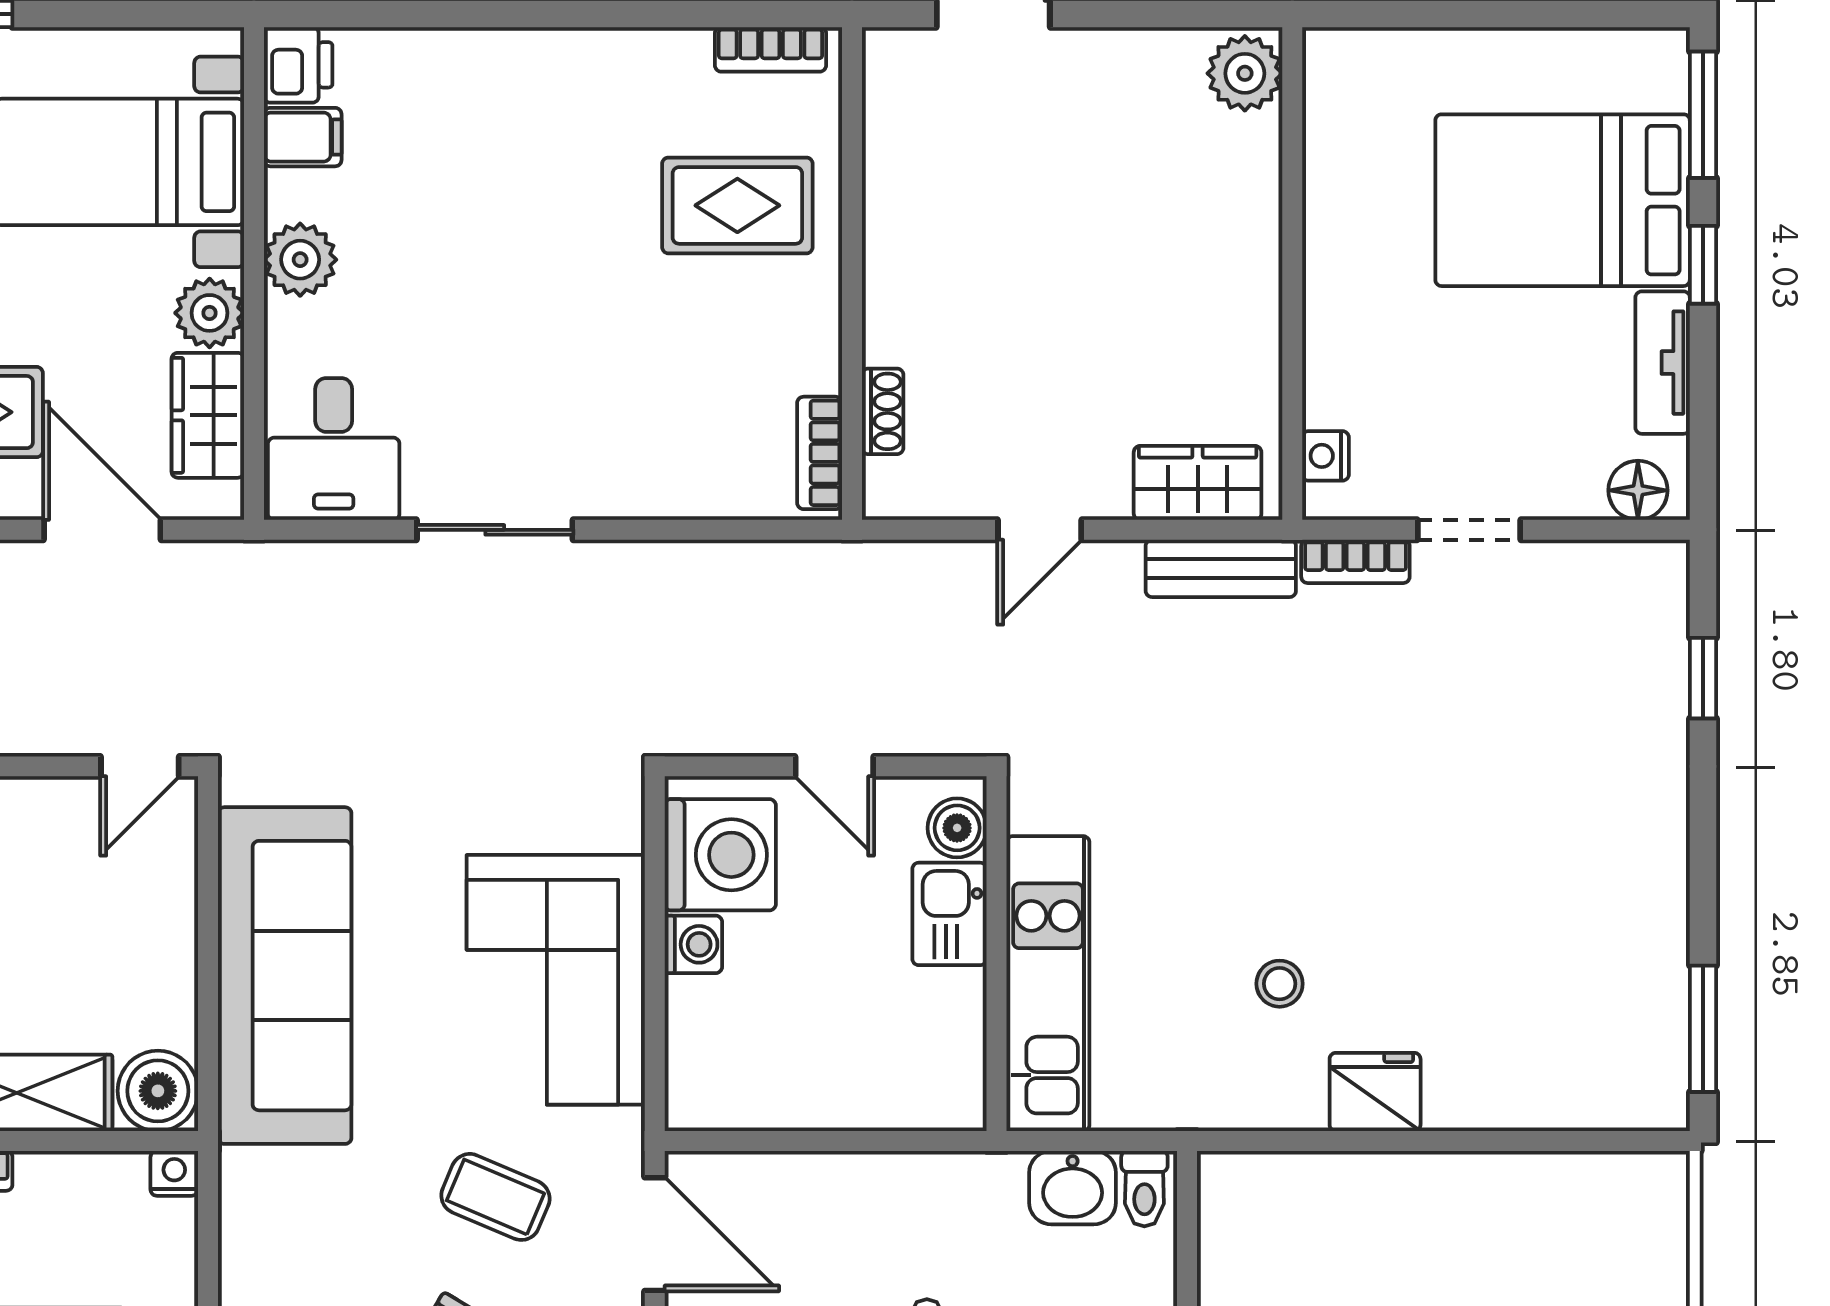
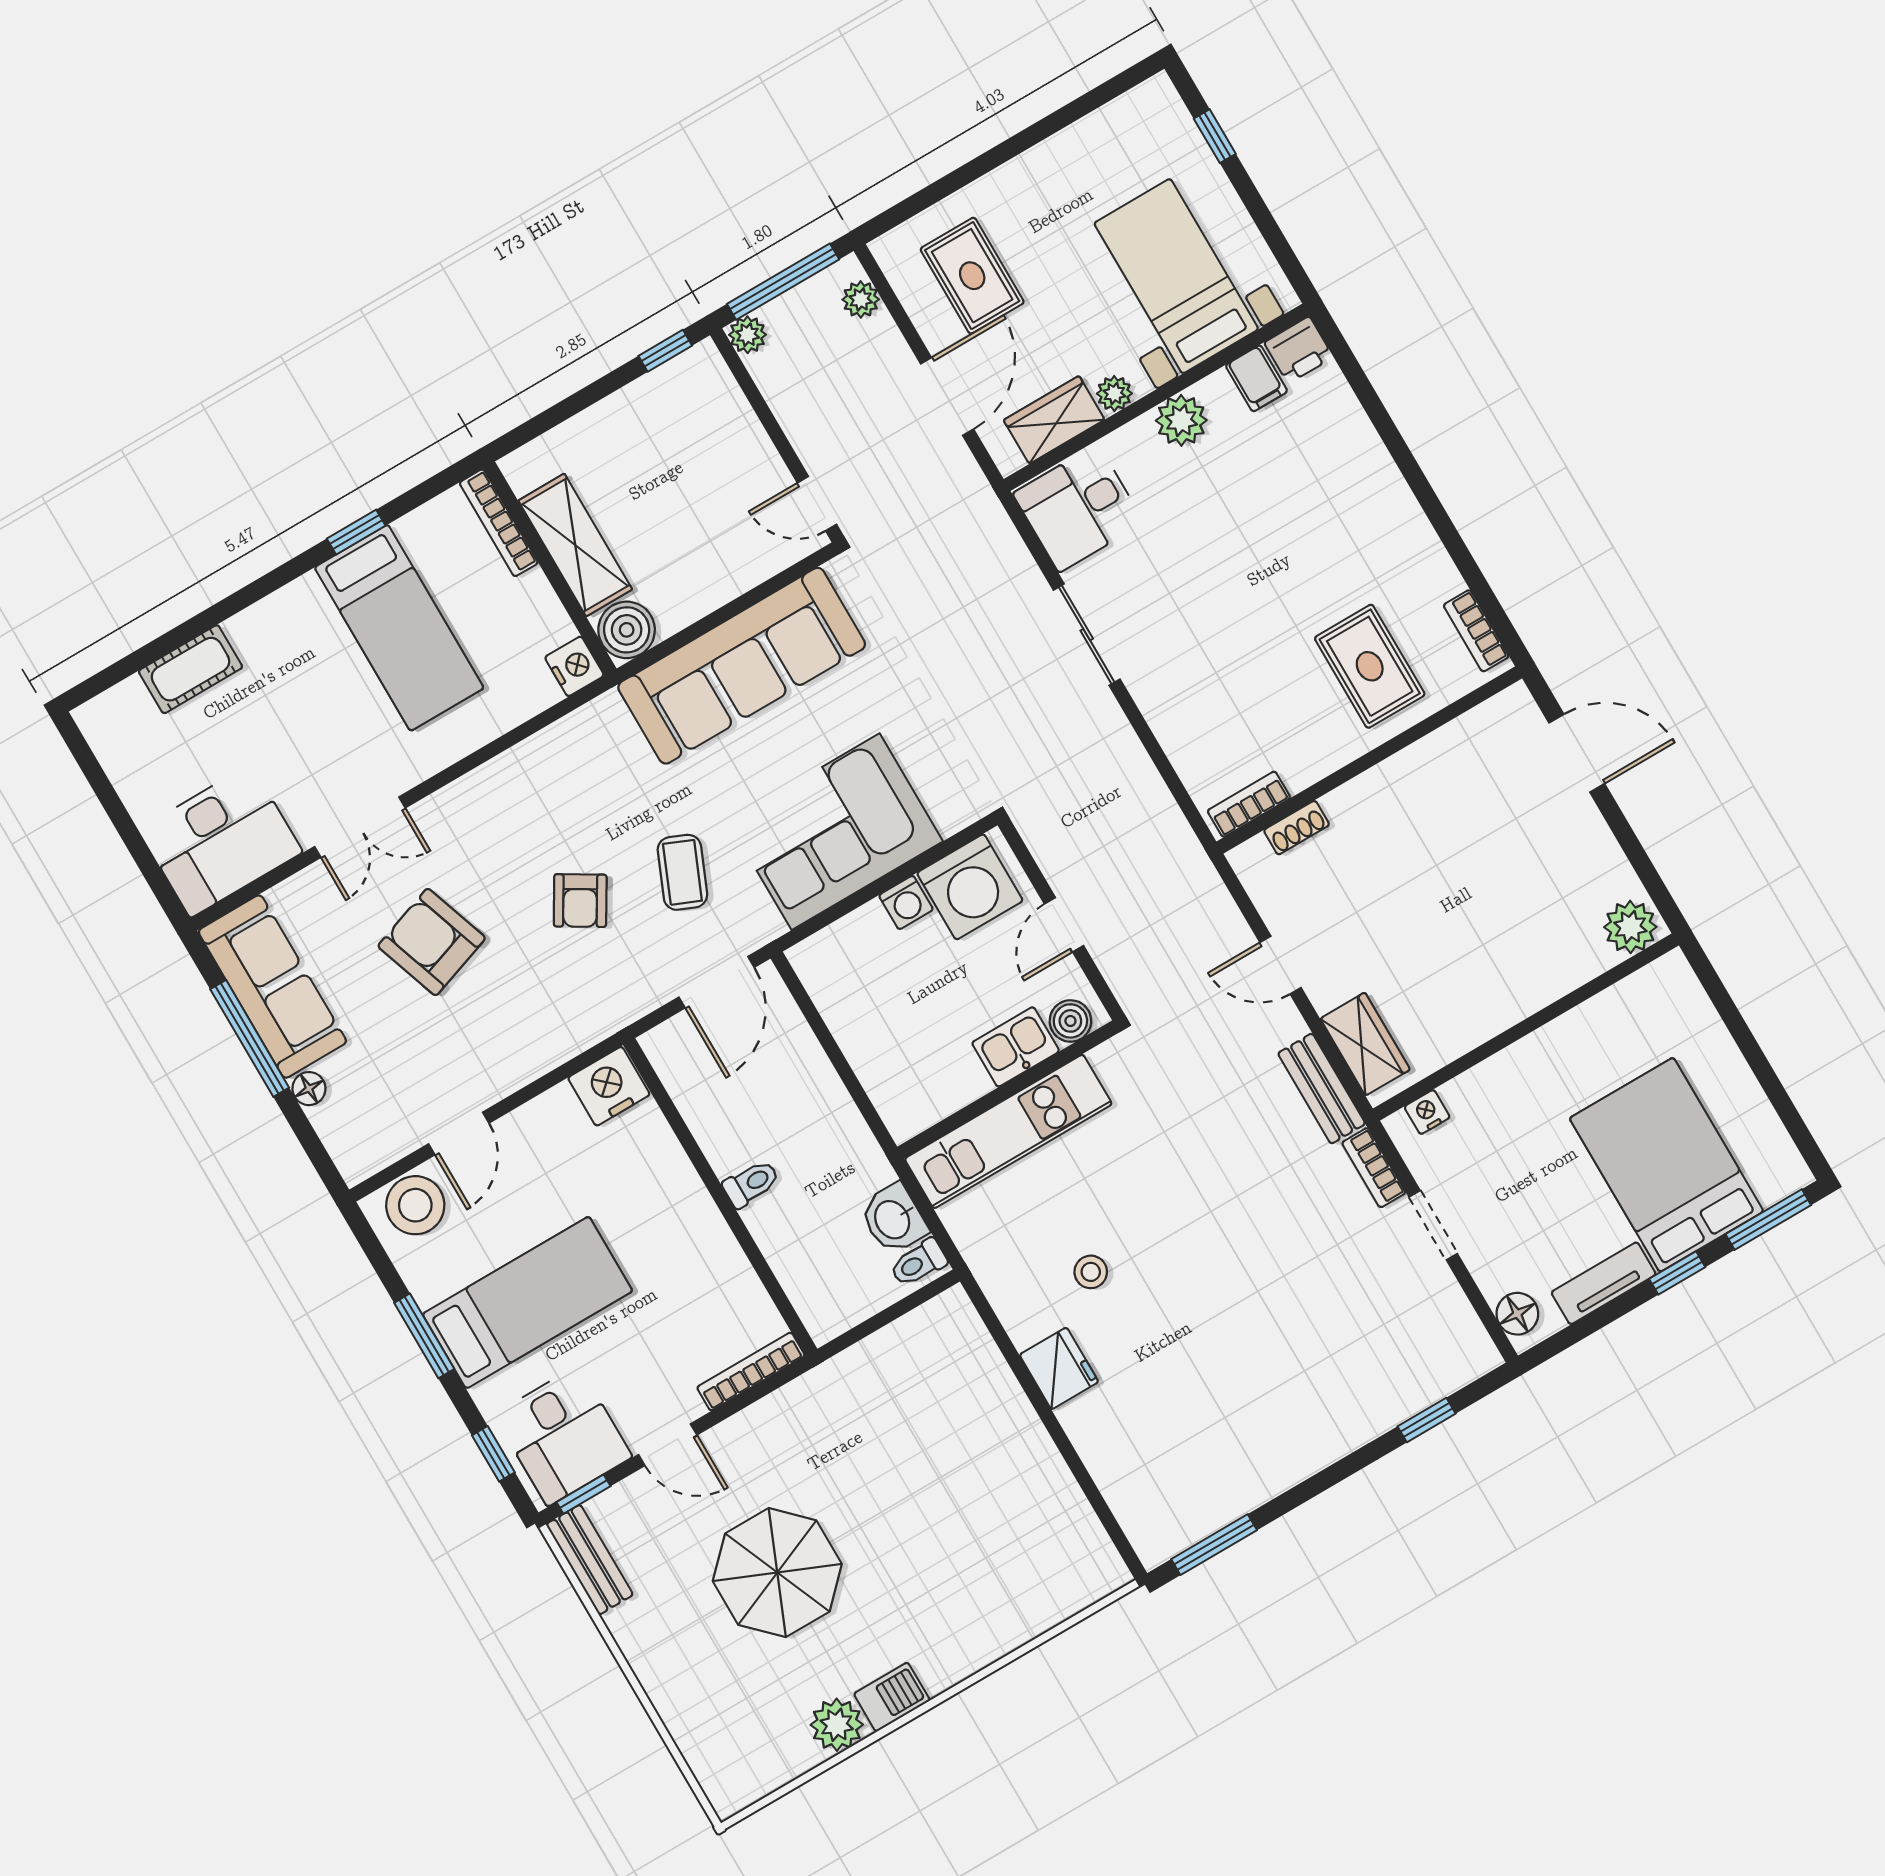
plant: (210, 313) -> (1114, 394), width x0.73, depth x0.73
nightstand: (174, 1173) -> (574, 666), width x1.39, depth x1.35

